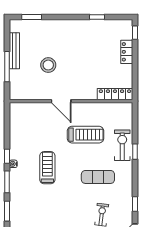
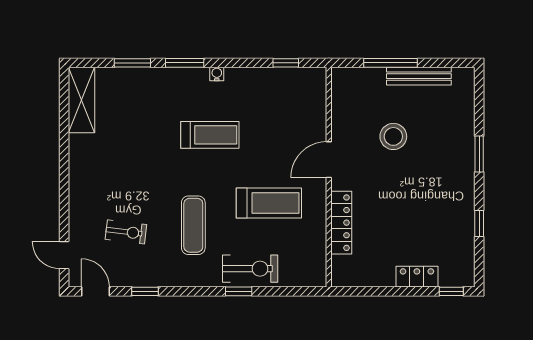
window: (32, 17) -> (479, 154), moved
locker: (115, 94) -> (341, 223), moved
treadmill: (86, 135) -> (269, 203), turned -90
window: (7, 156) -> (286, 63), moved

